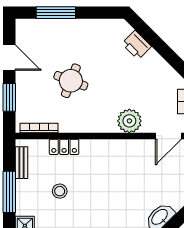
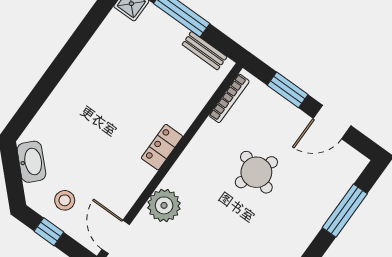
locker: (64, 147) -> (162, 147), moved
stool: (60, 191) -> (65, 200), moved

